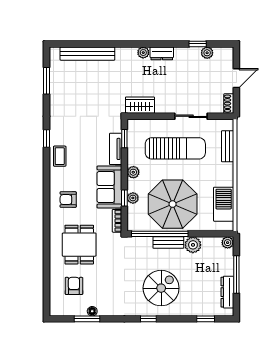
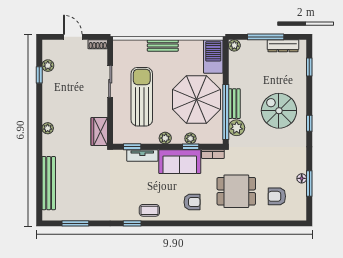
dresser: (162, 53) -> (48, 110), removed
bench: (228, 146) -> (163, 45), moved
armchair: (68, 200) -> (192, 202), turned -90
barbecue: (224, 204) -> (213, 56), moved, turned 90
plant: (193, 245) -> (237, 128), moved

